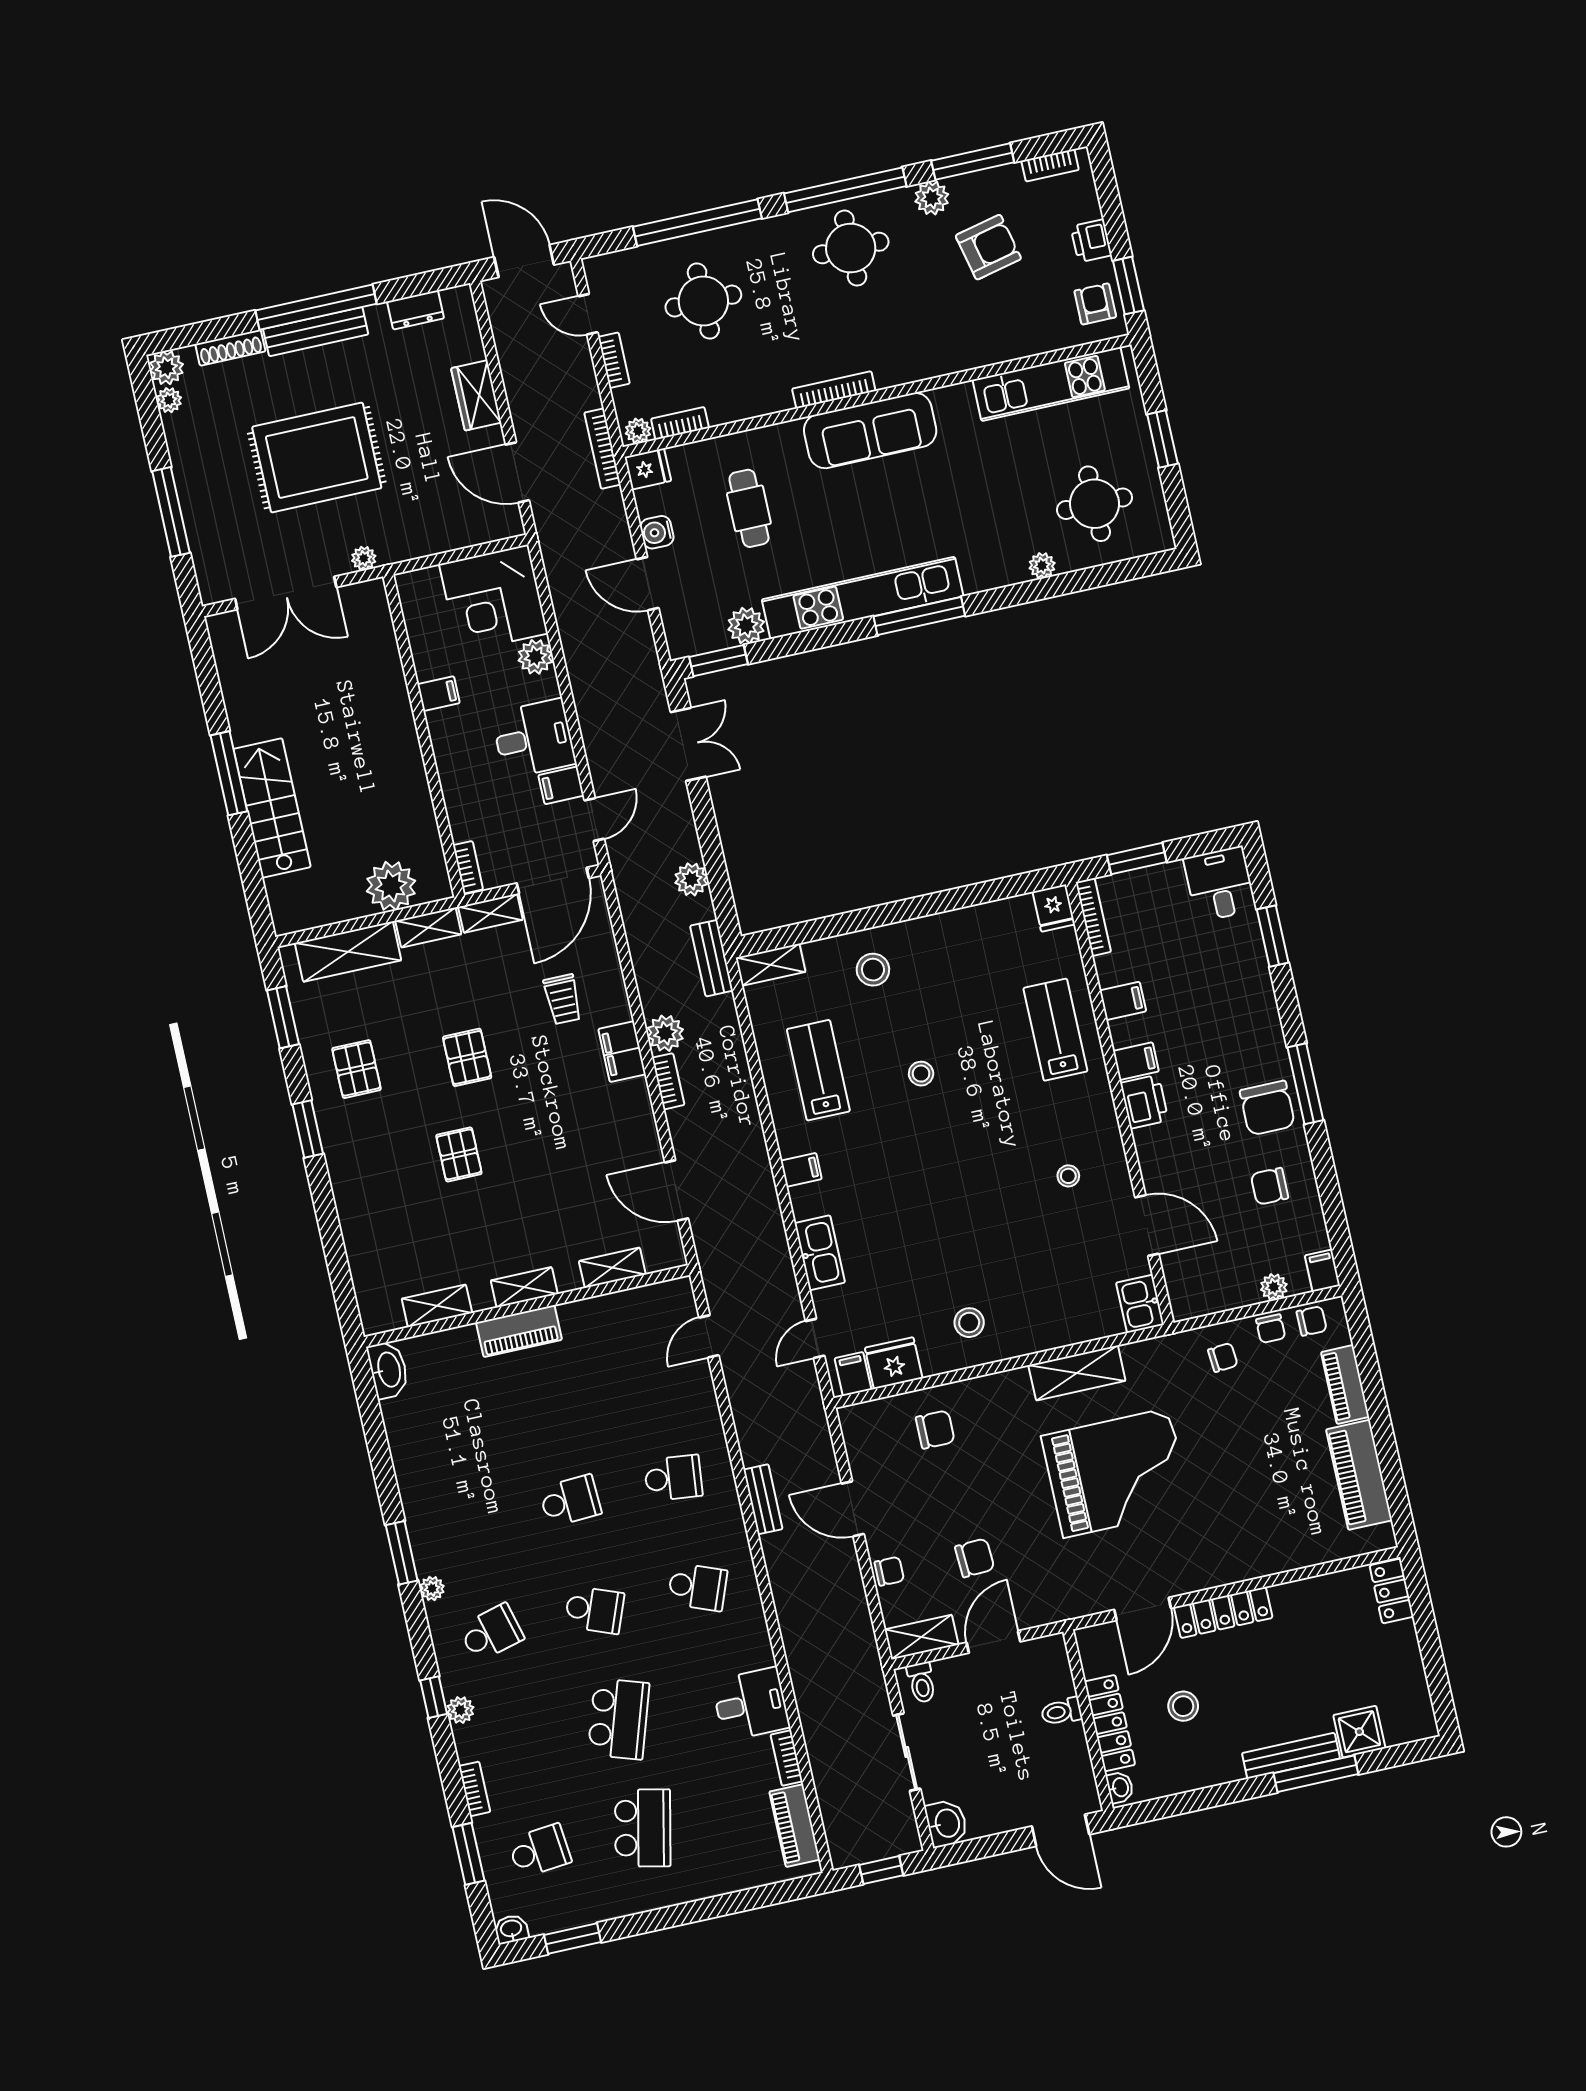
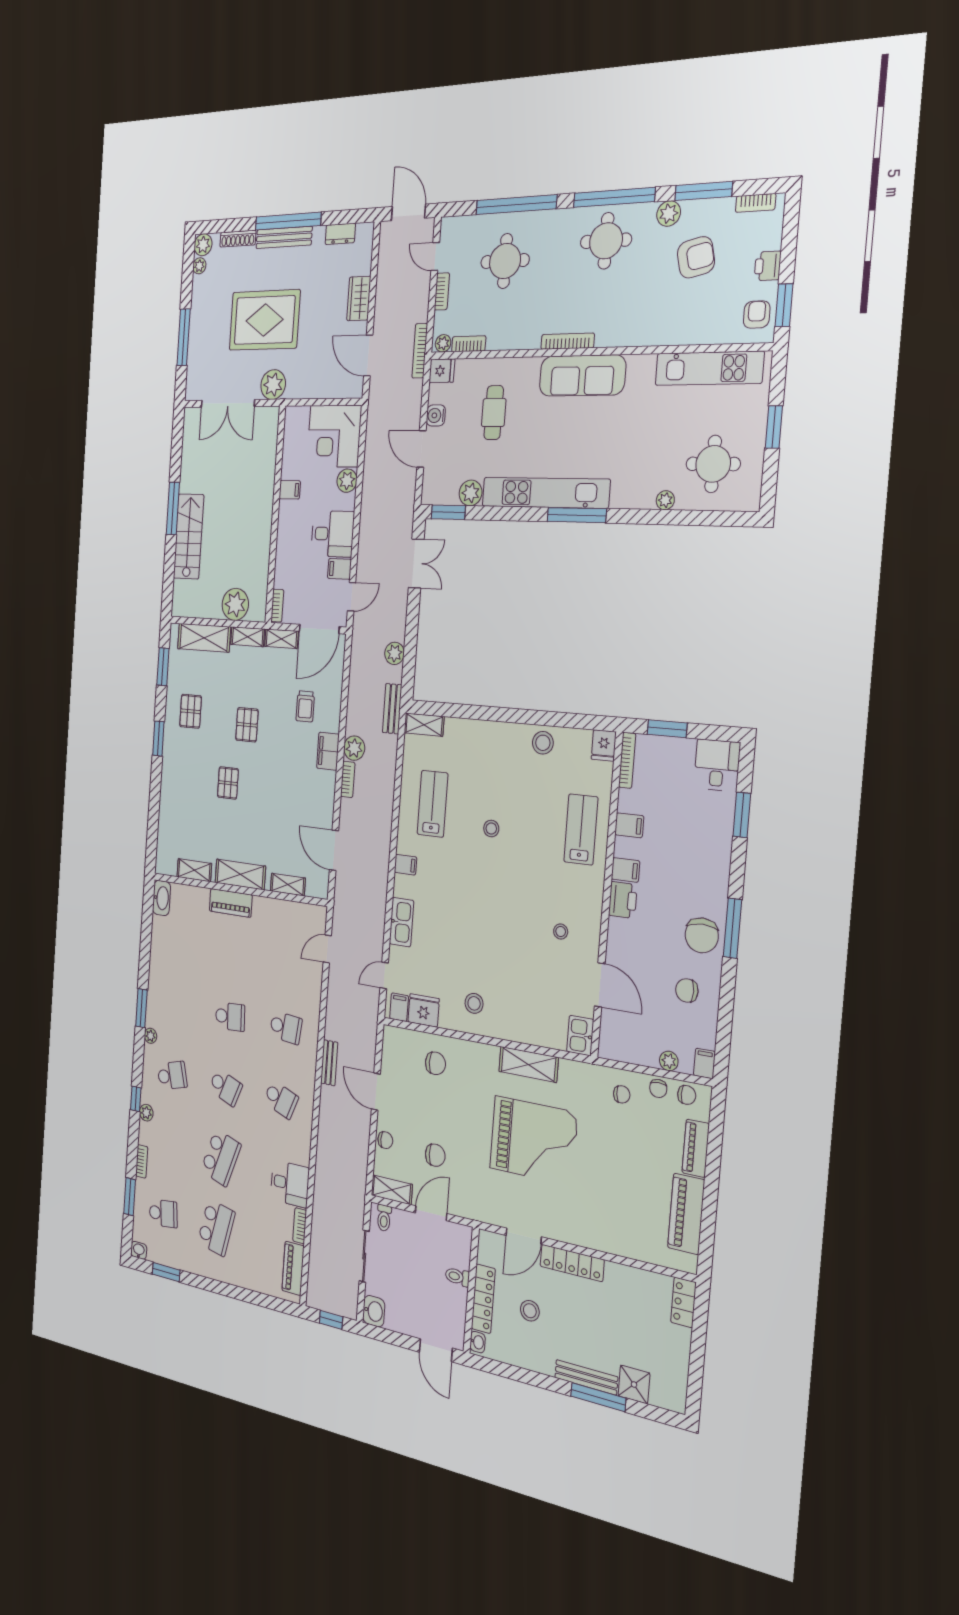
plant: (364, 558) -> (273, 385), width x1.87, depth x1.87
stool: (873, 970) -> (543, 743), moved
shelving: (524, 1287) -> (240, 874), width x1.50, depth x1.33

